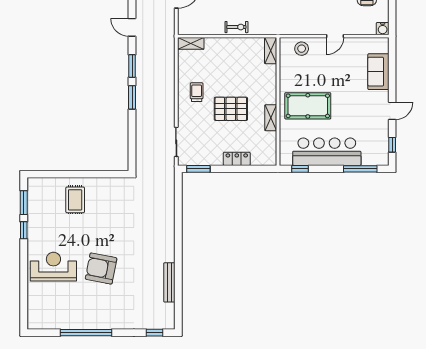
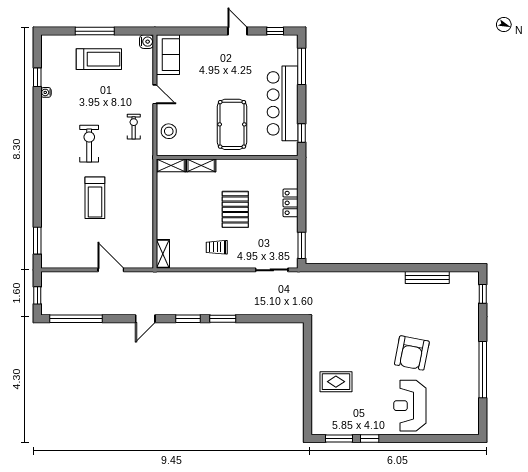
exercise bike: (236, 27) -> (134, 127), moved
sofa: (378, 72) -> (168, 55), moved, turned -90
shelving: (271, 118) -> (201, 165), moved

